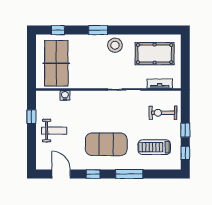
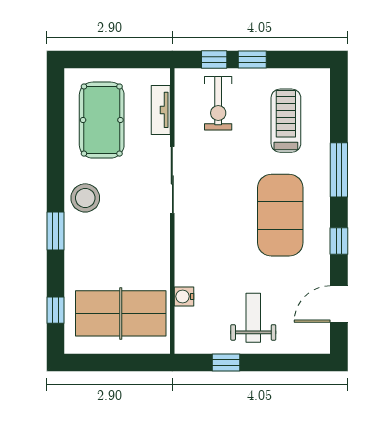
treadmill: (154, 147) -> (286, 121), turned 180
window: (185, 153) -> (214, 59), moved

